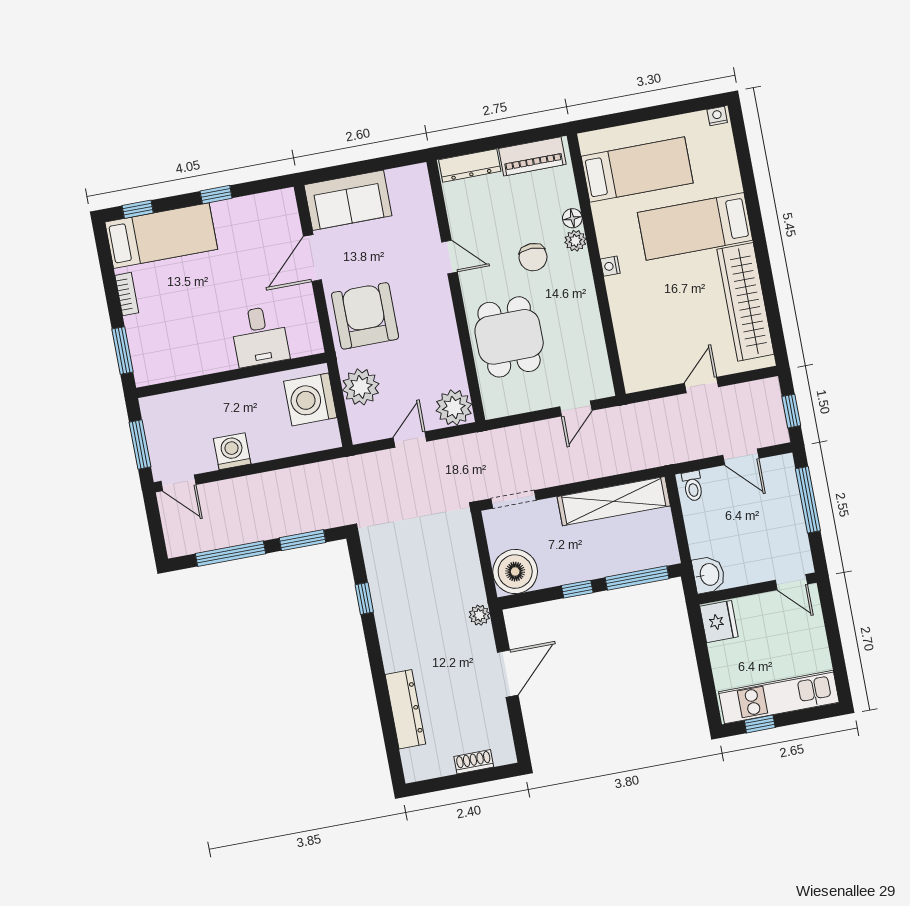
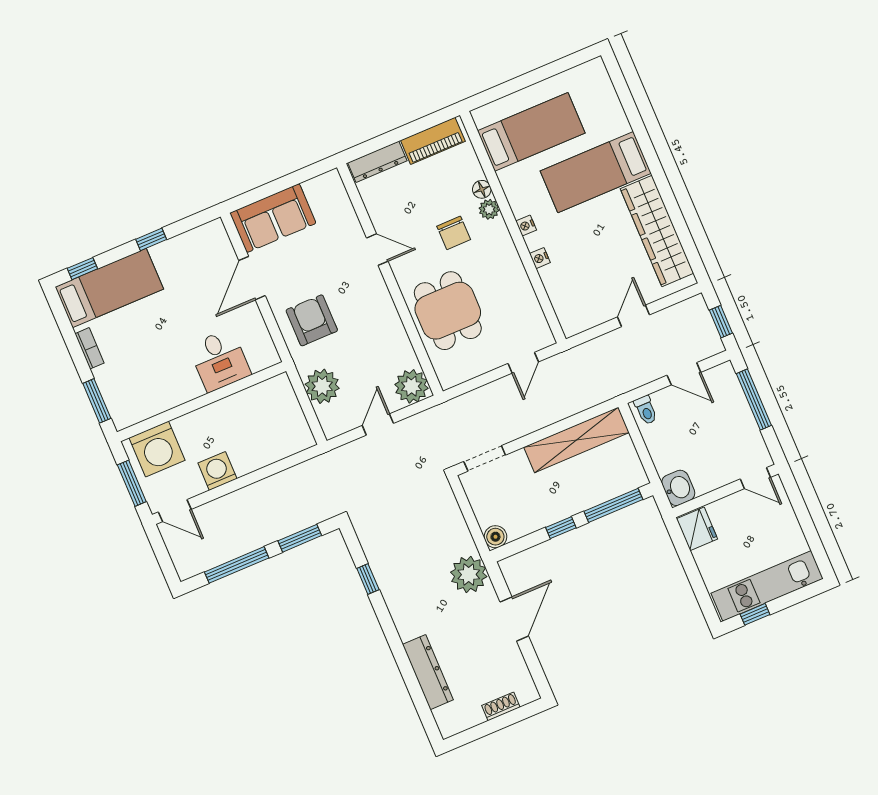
nightstand: (717, 116) -> (540, 258), moved, turned -90
armchair: (365, 316) -> (312, 320), width x0.73, depth x0.73
washing machine: (310, 399) -> (157, 449), moved, turned -90
boiler: (515, 572) -> (495, 537), width x0.54, depth x0.54
plant: (479, 615) -> (469, 574), width x1.88, depth x1.88

